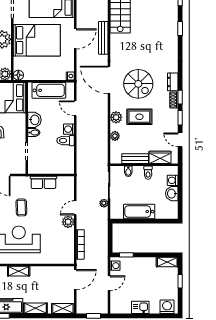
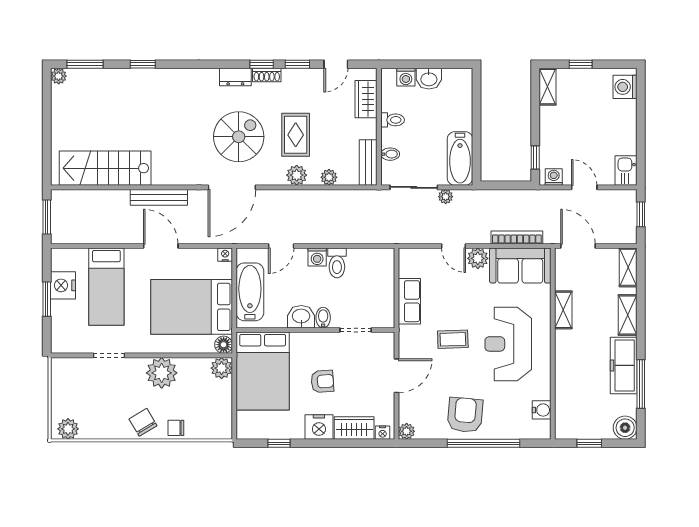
bed: (37, 40) -> (192, 307), moved, turned -90
bench: (135, 159) -> (368, 162), moved
bathtub: (139, 212) -> (460, 158), moved
sofa: (64, 246) -> (520, 266), added
shelving: (19, 271) -> (563, 310), moved
kitchen sink: (140, 307) -> (626, 170), moved

